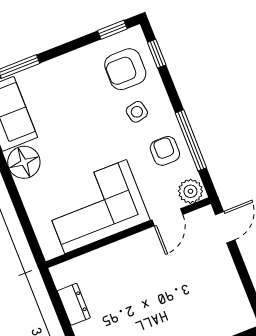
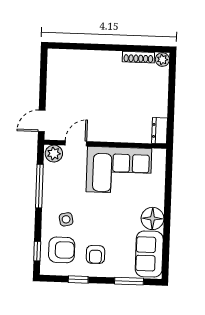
window: (112, 30) -> (78, 279), moved
armchair: (165, 151) -> (95, 254), moved
dresser: (74, 304) -> (159, 131), moved

